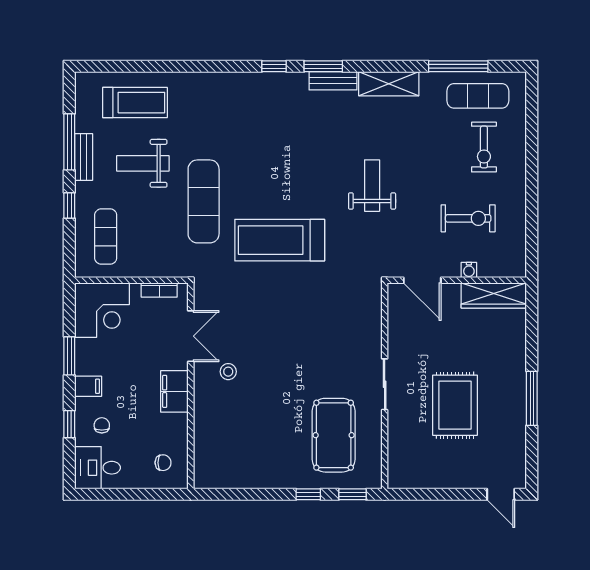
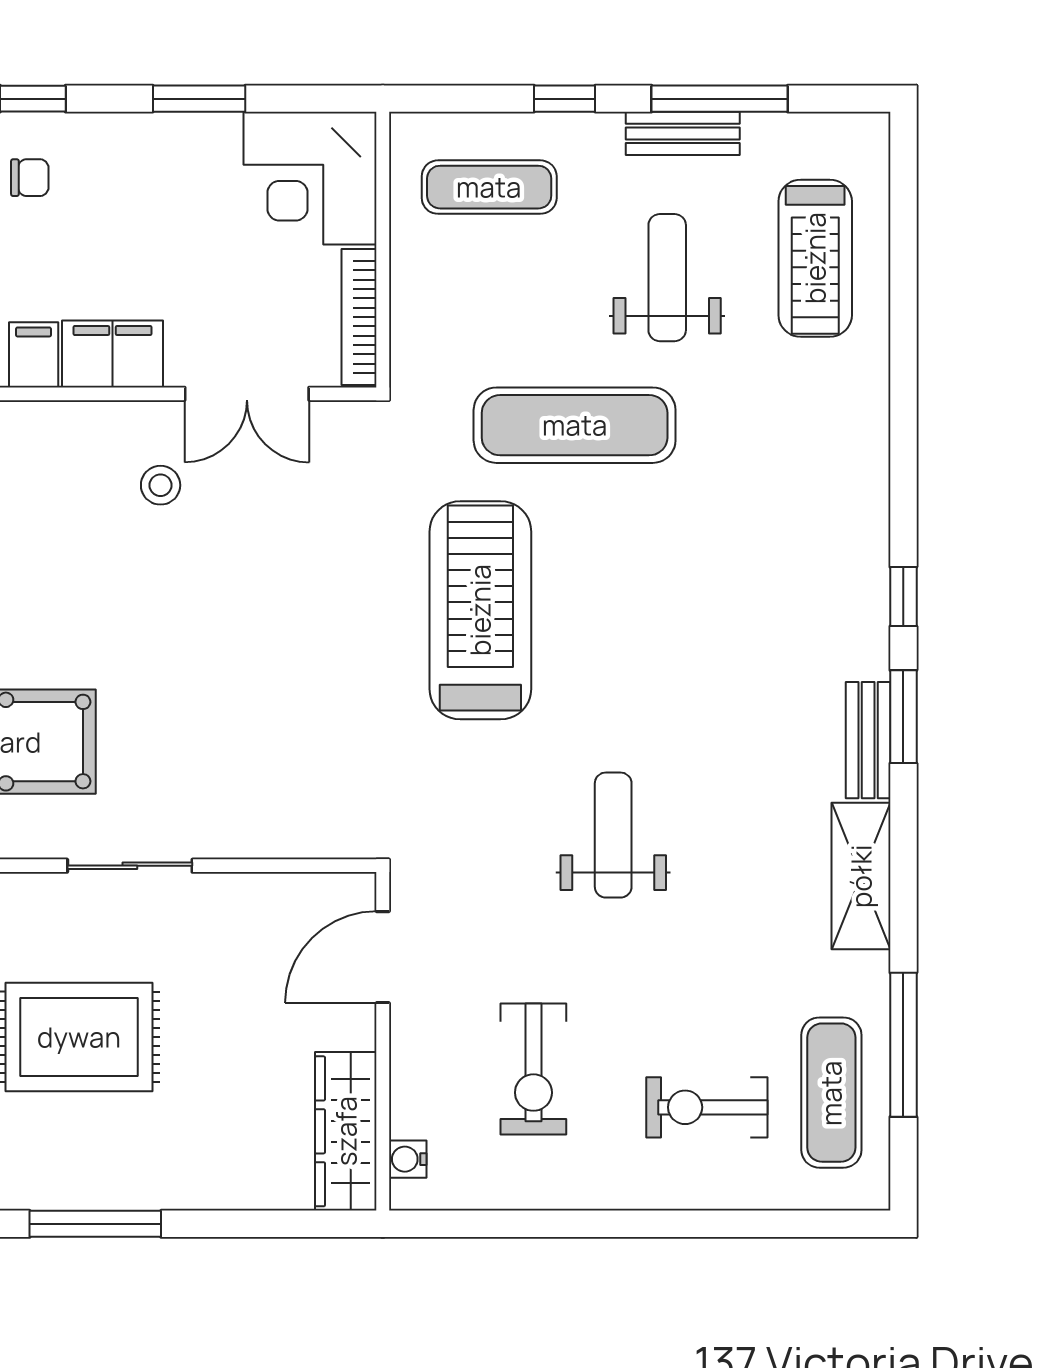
weight bench: (372, 186) -> (613, 835), turned -90
water cooler: (469, 270) -> (408, 1159), moved
bookcase: (159, 290) -> (359, 317), width x1.56
filing cabinet: (88, 386) -> (34, 355), moved, turned 180

